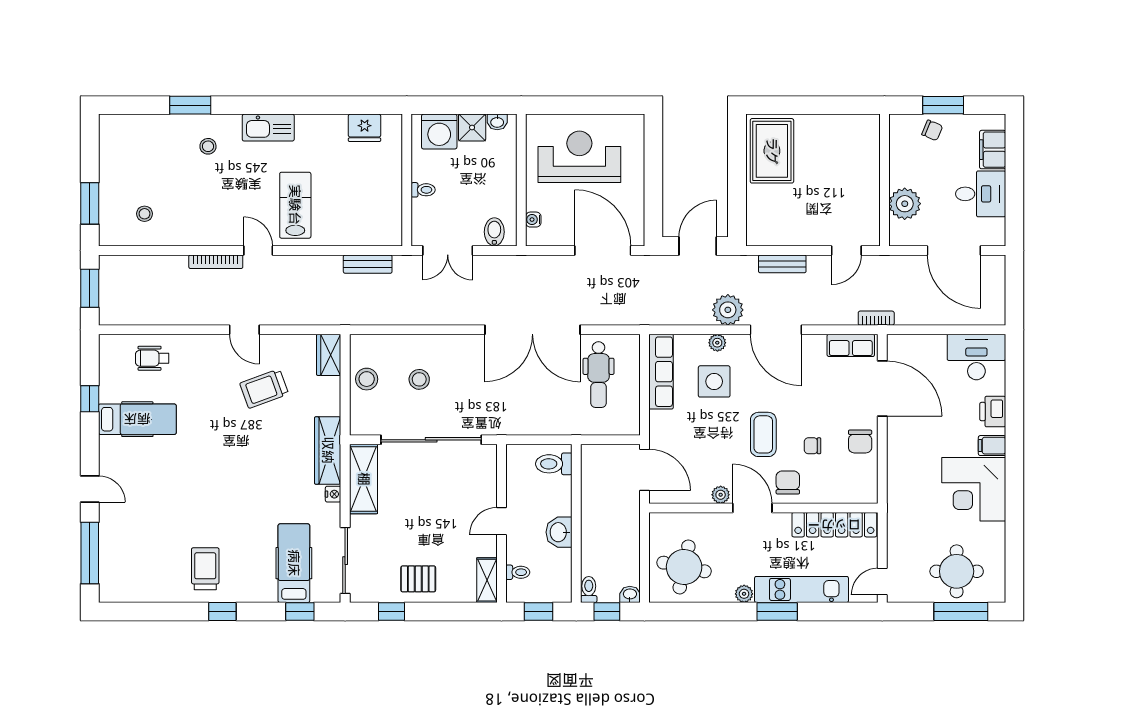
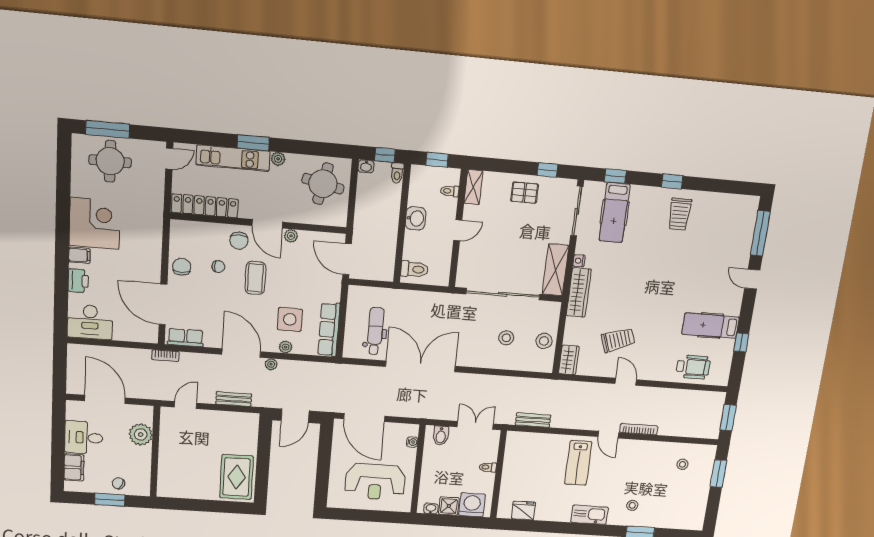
plant: (728, 310) -> (271, 364), width x0.53, depth x0.53
wheelchair: (152, 358) -> (693, 367), width x1.36, depth x1.37

